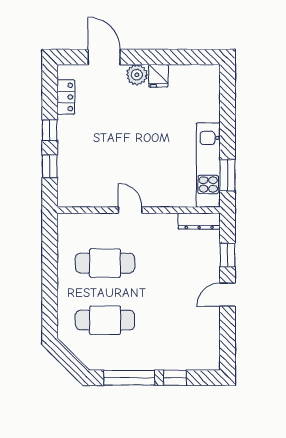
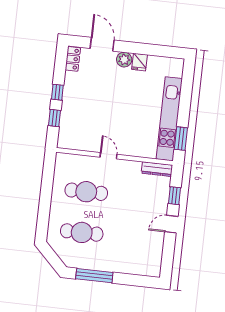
locker: (66, 97) -> (73, 59), moved
kitchen unit: (208, 165) -> (169, 119), width x1.36
window: (175, 378) -> (127, 279), removed

